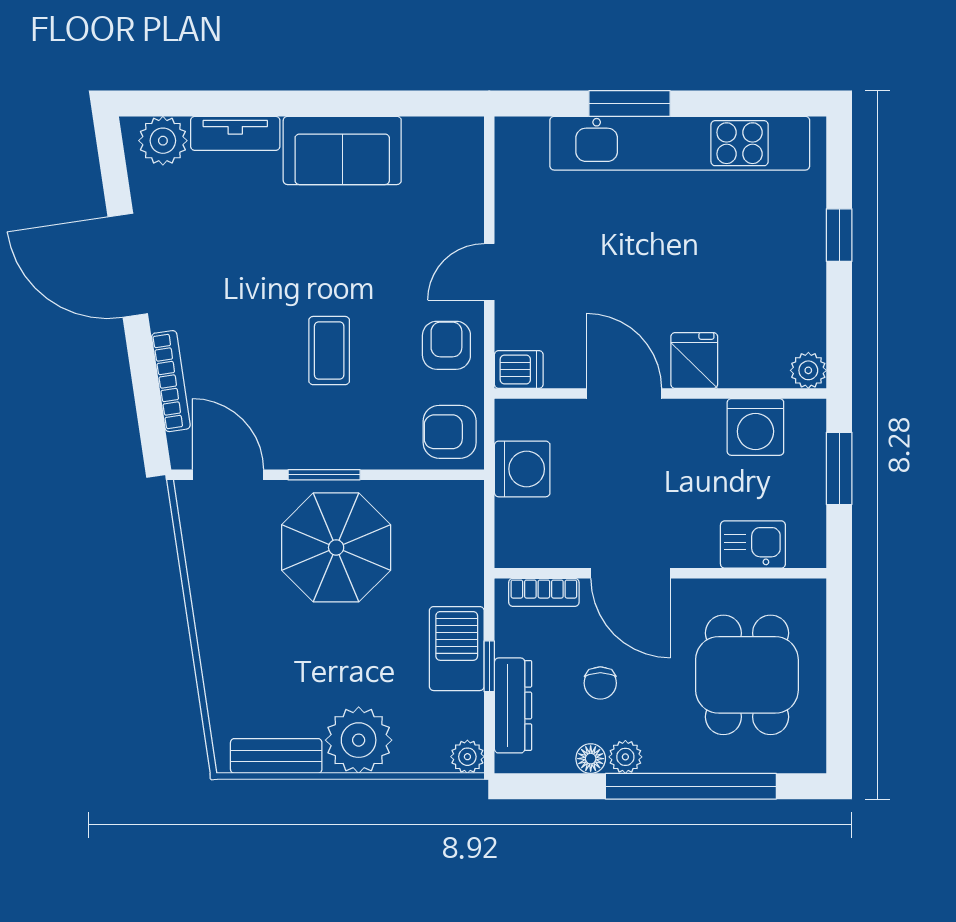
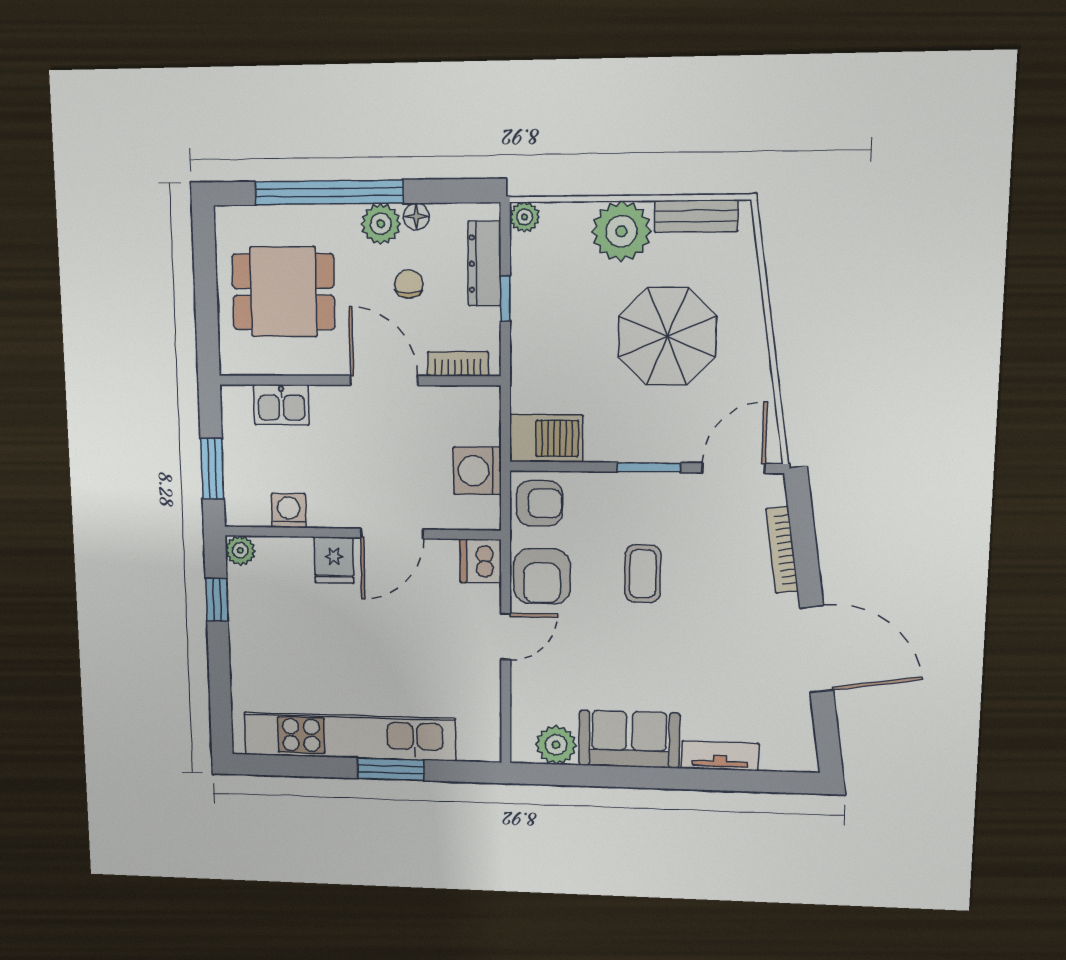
plant: (163, 141) -> (556, 745), moved
window: (839, 235) -> (217, 600), moved
armchair: (446, 345) -> (542, 576), width x1.38, depth x1.38
dishwasher: (519, 369) -> (481, 561), width x1.38
door: (624, 394) -> (392, 534), hinge flipped
washing machine: (755, 427) -> (289, 511), width x0.73, depth x0.73
door: (228, 475) -> (734, 468), swing flipped
parasol: (336, 547) -> (667, 337), moved
barbecue: (457, 649) -> (546, 438), moved, turned -90
dining table: (747, 675) -> (283, 292), turned 90
plant: (625, 757) -> (381, 224), width x1.38, depth x1.38

